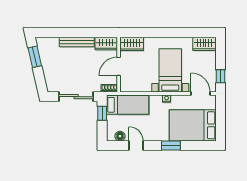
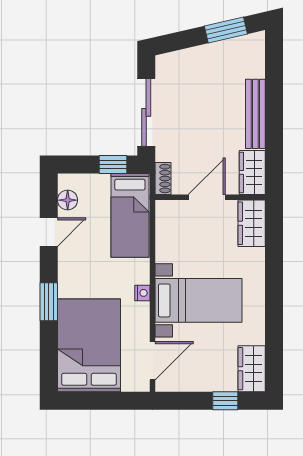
door: (119, 66) -> (207, 197), hinge flipped
window: (221, 76) -> (225, 401), moved

